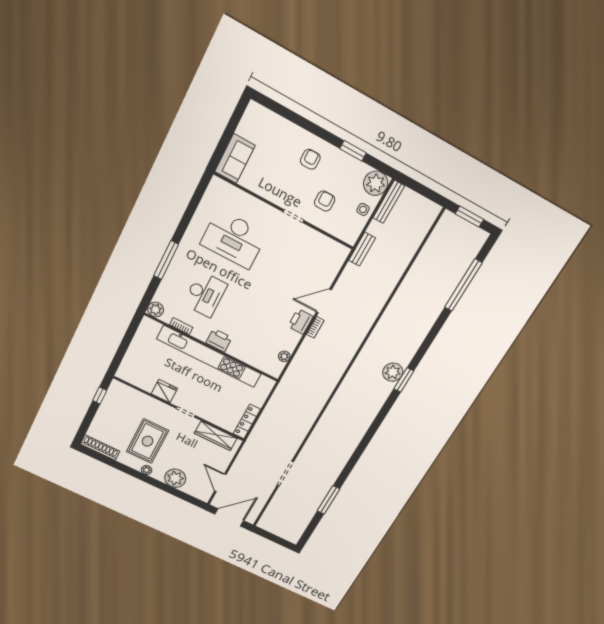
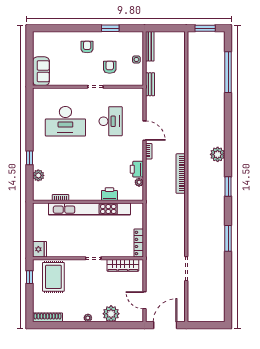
plant: (376, 183) -> (135, 40), removed
window: (166, 260) -> (29, 158), width x0.46
desk: (205, 294) -> (111, 121), moved
door: (324, 301) -> (144, 131), swing flipped
plant: (156, 309) -> (38, 175), moved
printer: (301, 321) -> (137, 169), moved
printer: (219, 340) -> (109, 194), moved
bookcase: (338, 371) -> (181, 174), added
window: (404, 380) -> (228, 187), moved
fridge: (164, 391) -> (39, 249), moved, turned 90
rug: (147, 441) -> (53, 277), moved
window: (328, 500) -> (228, 238), moved

